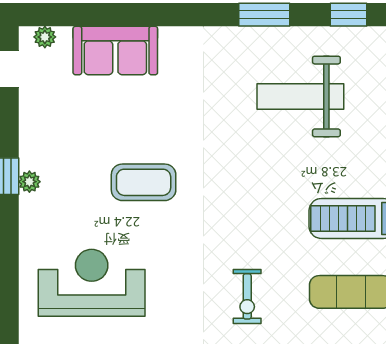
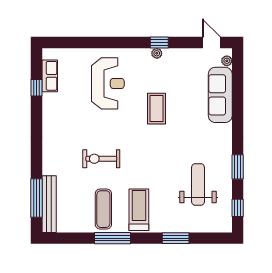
sofa: (115, 51) -> (220, 95), width x1.36
exercise bike: (247, 296) -> (101, 159), width x1.38, depth x1.39

